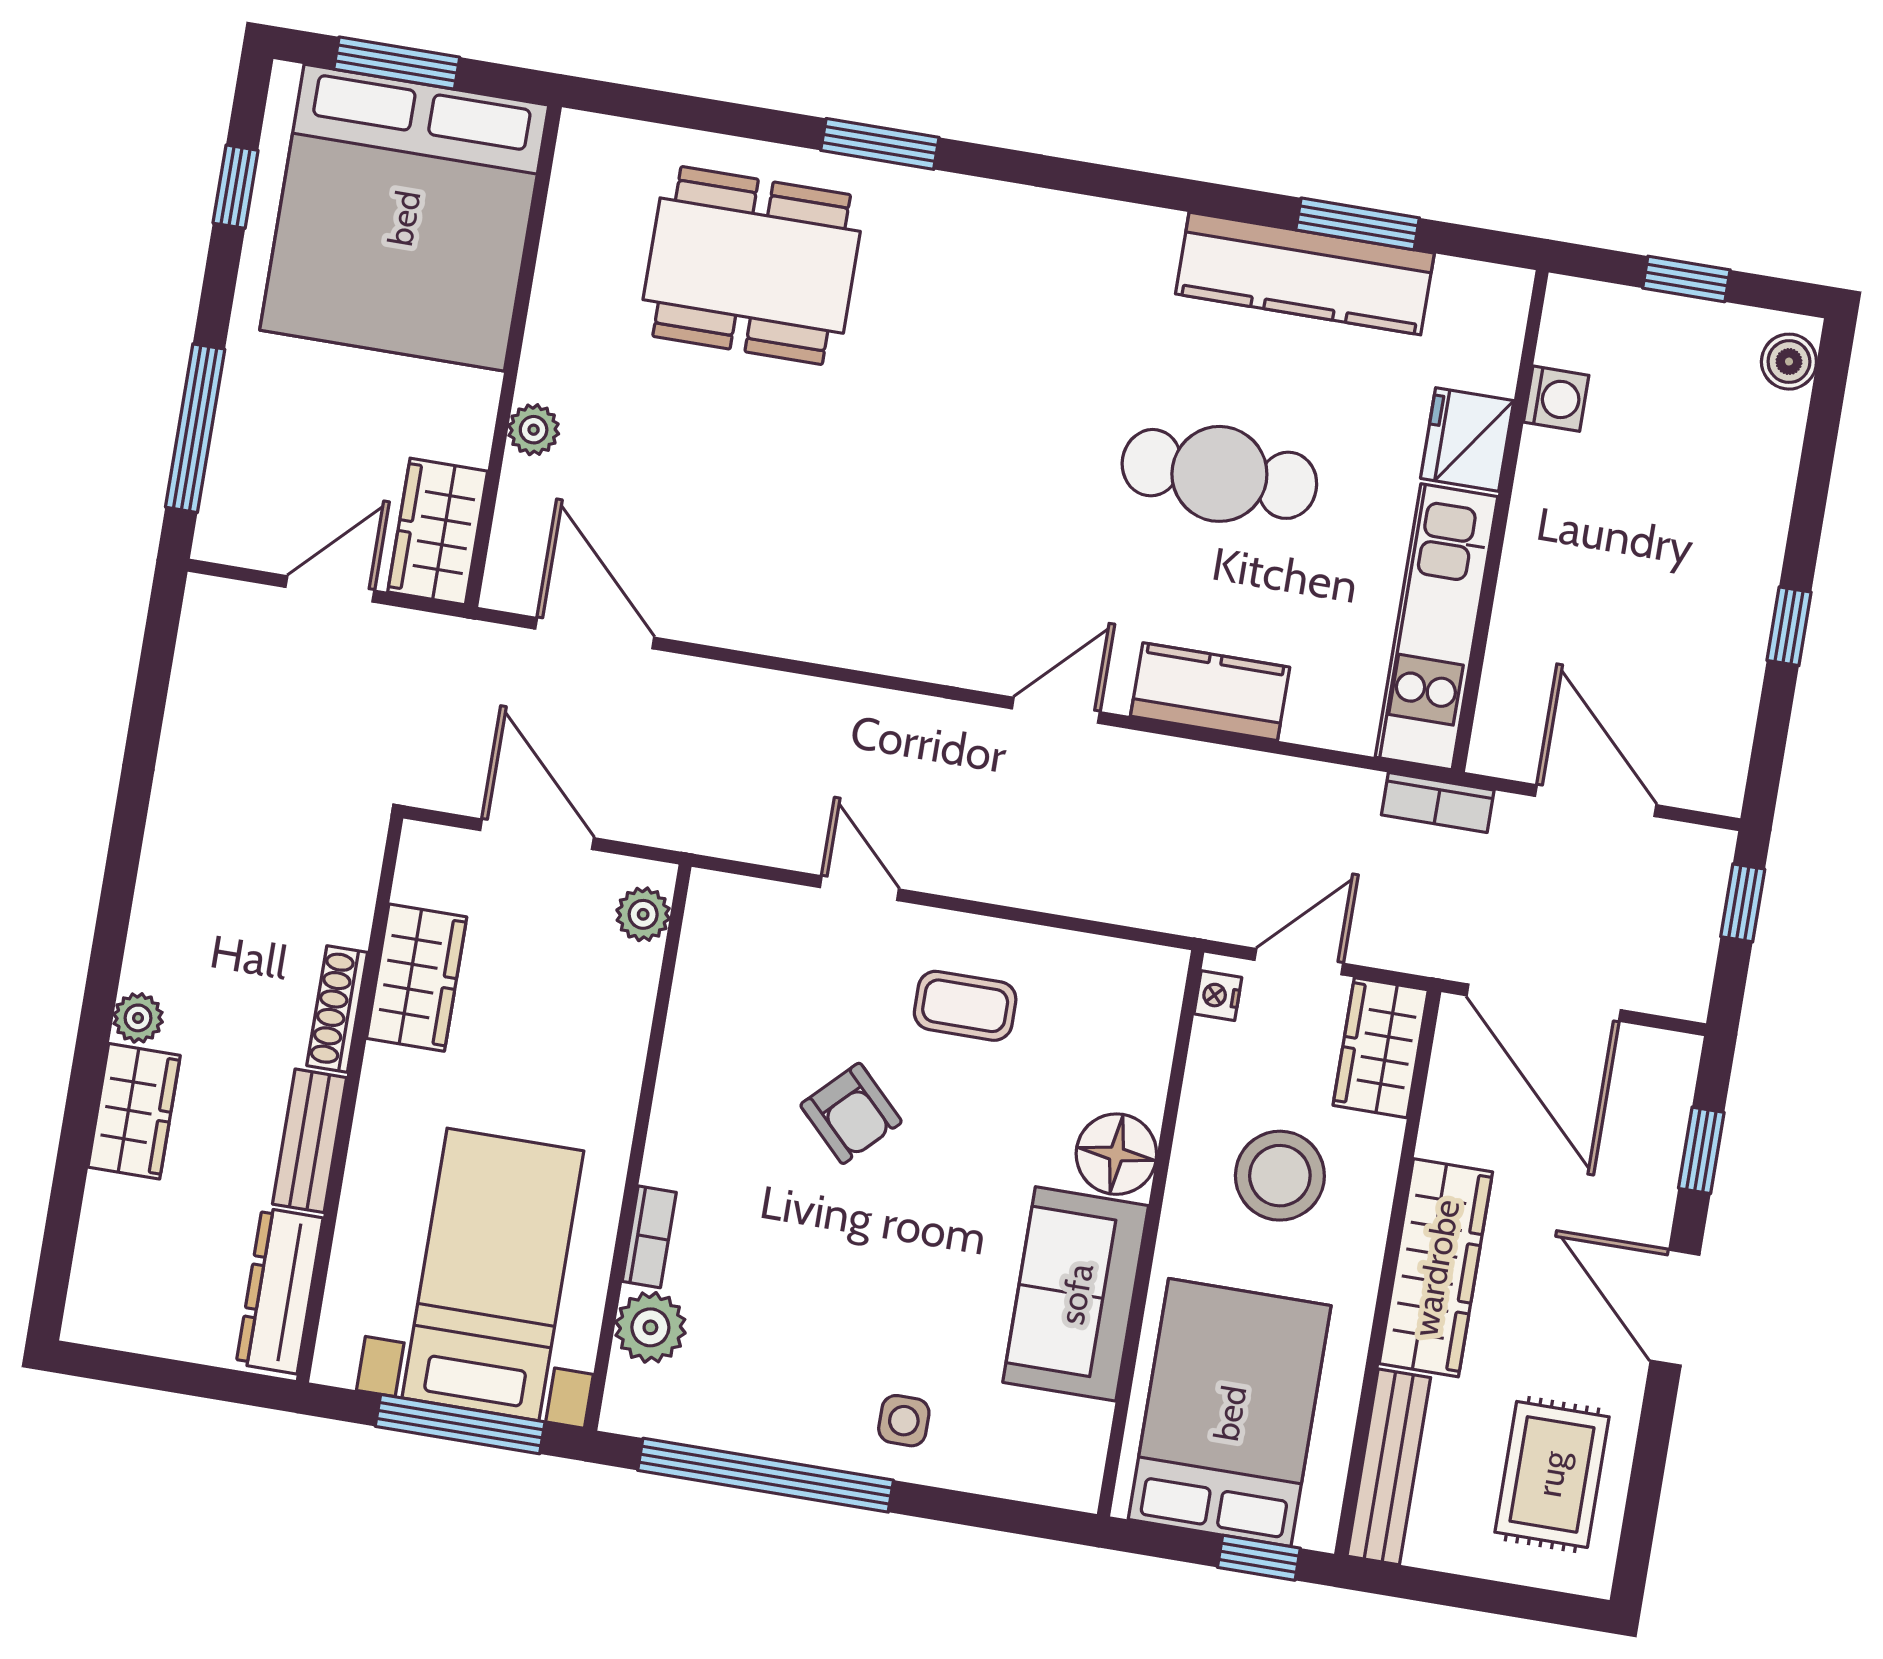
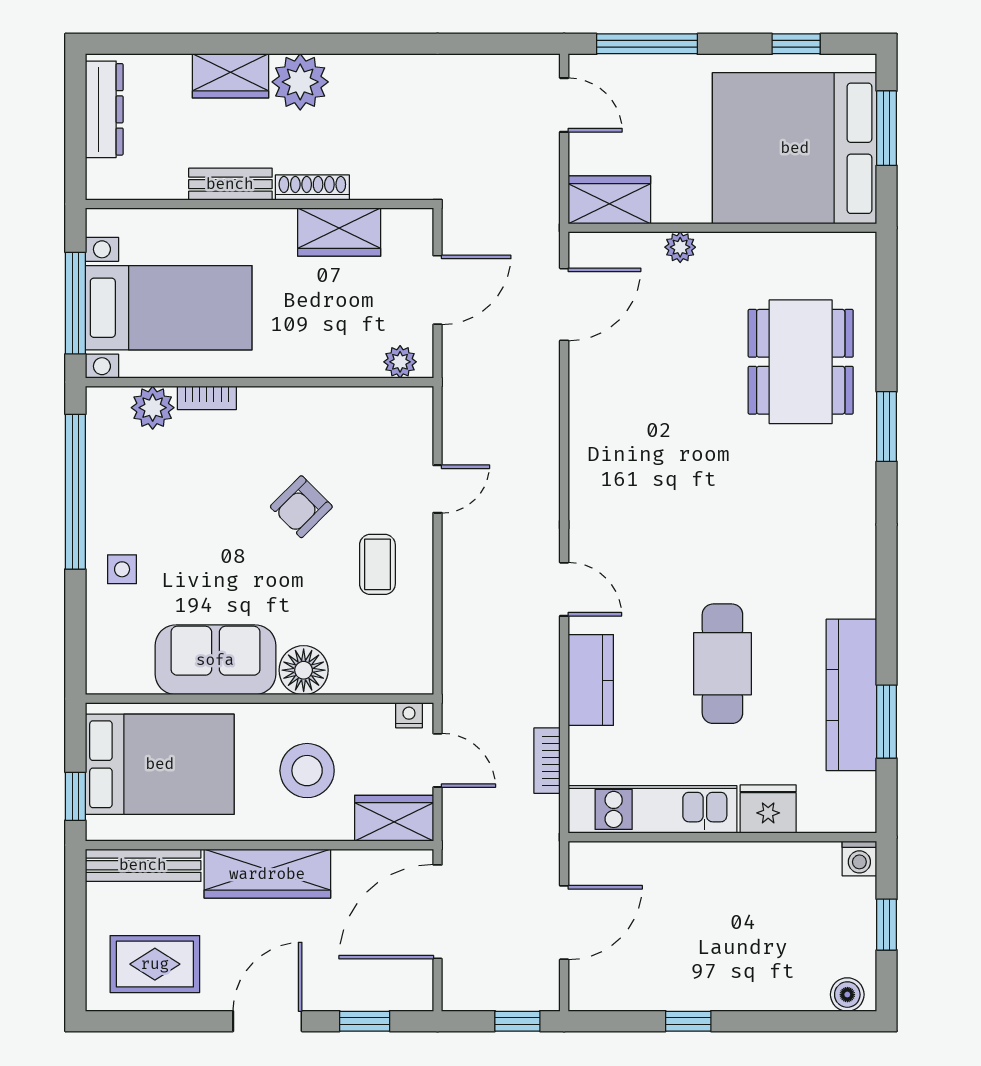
washing machine: (1556, 399) -> (859, 858), moved
door: (330, 589) -> (564, 105), moved
bookcase: (1438, 803) -> (547, 761), moved
plant: (138, 1018) -> (300, 82), width x1.88, depth x1.88
dresser: (280, 1291) -> (104, 109), moved, turned 90

